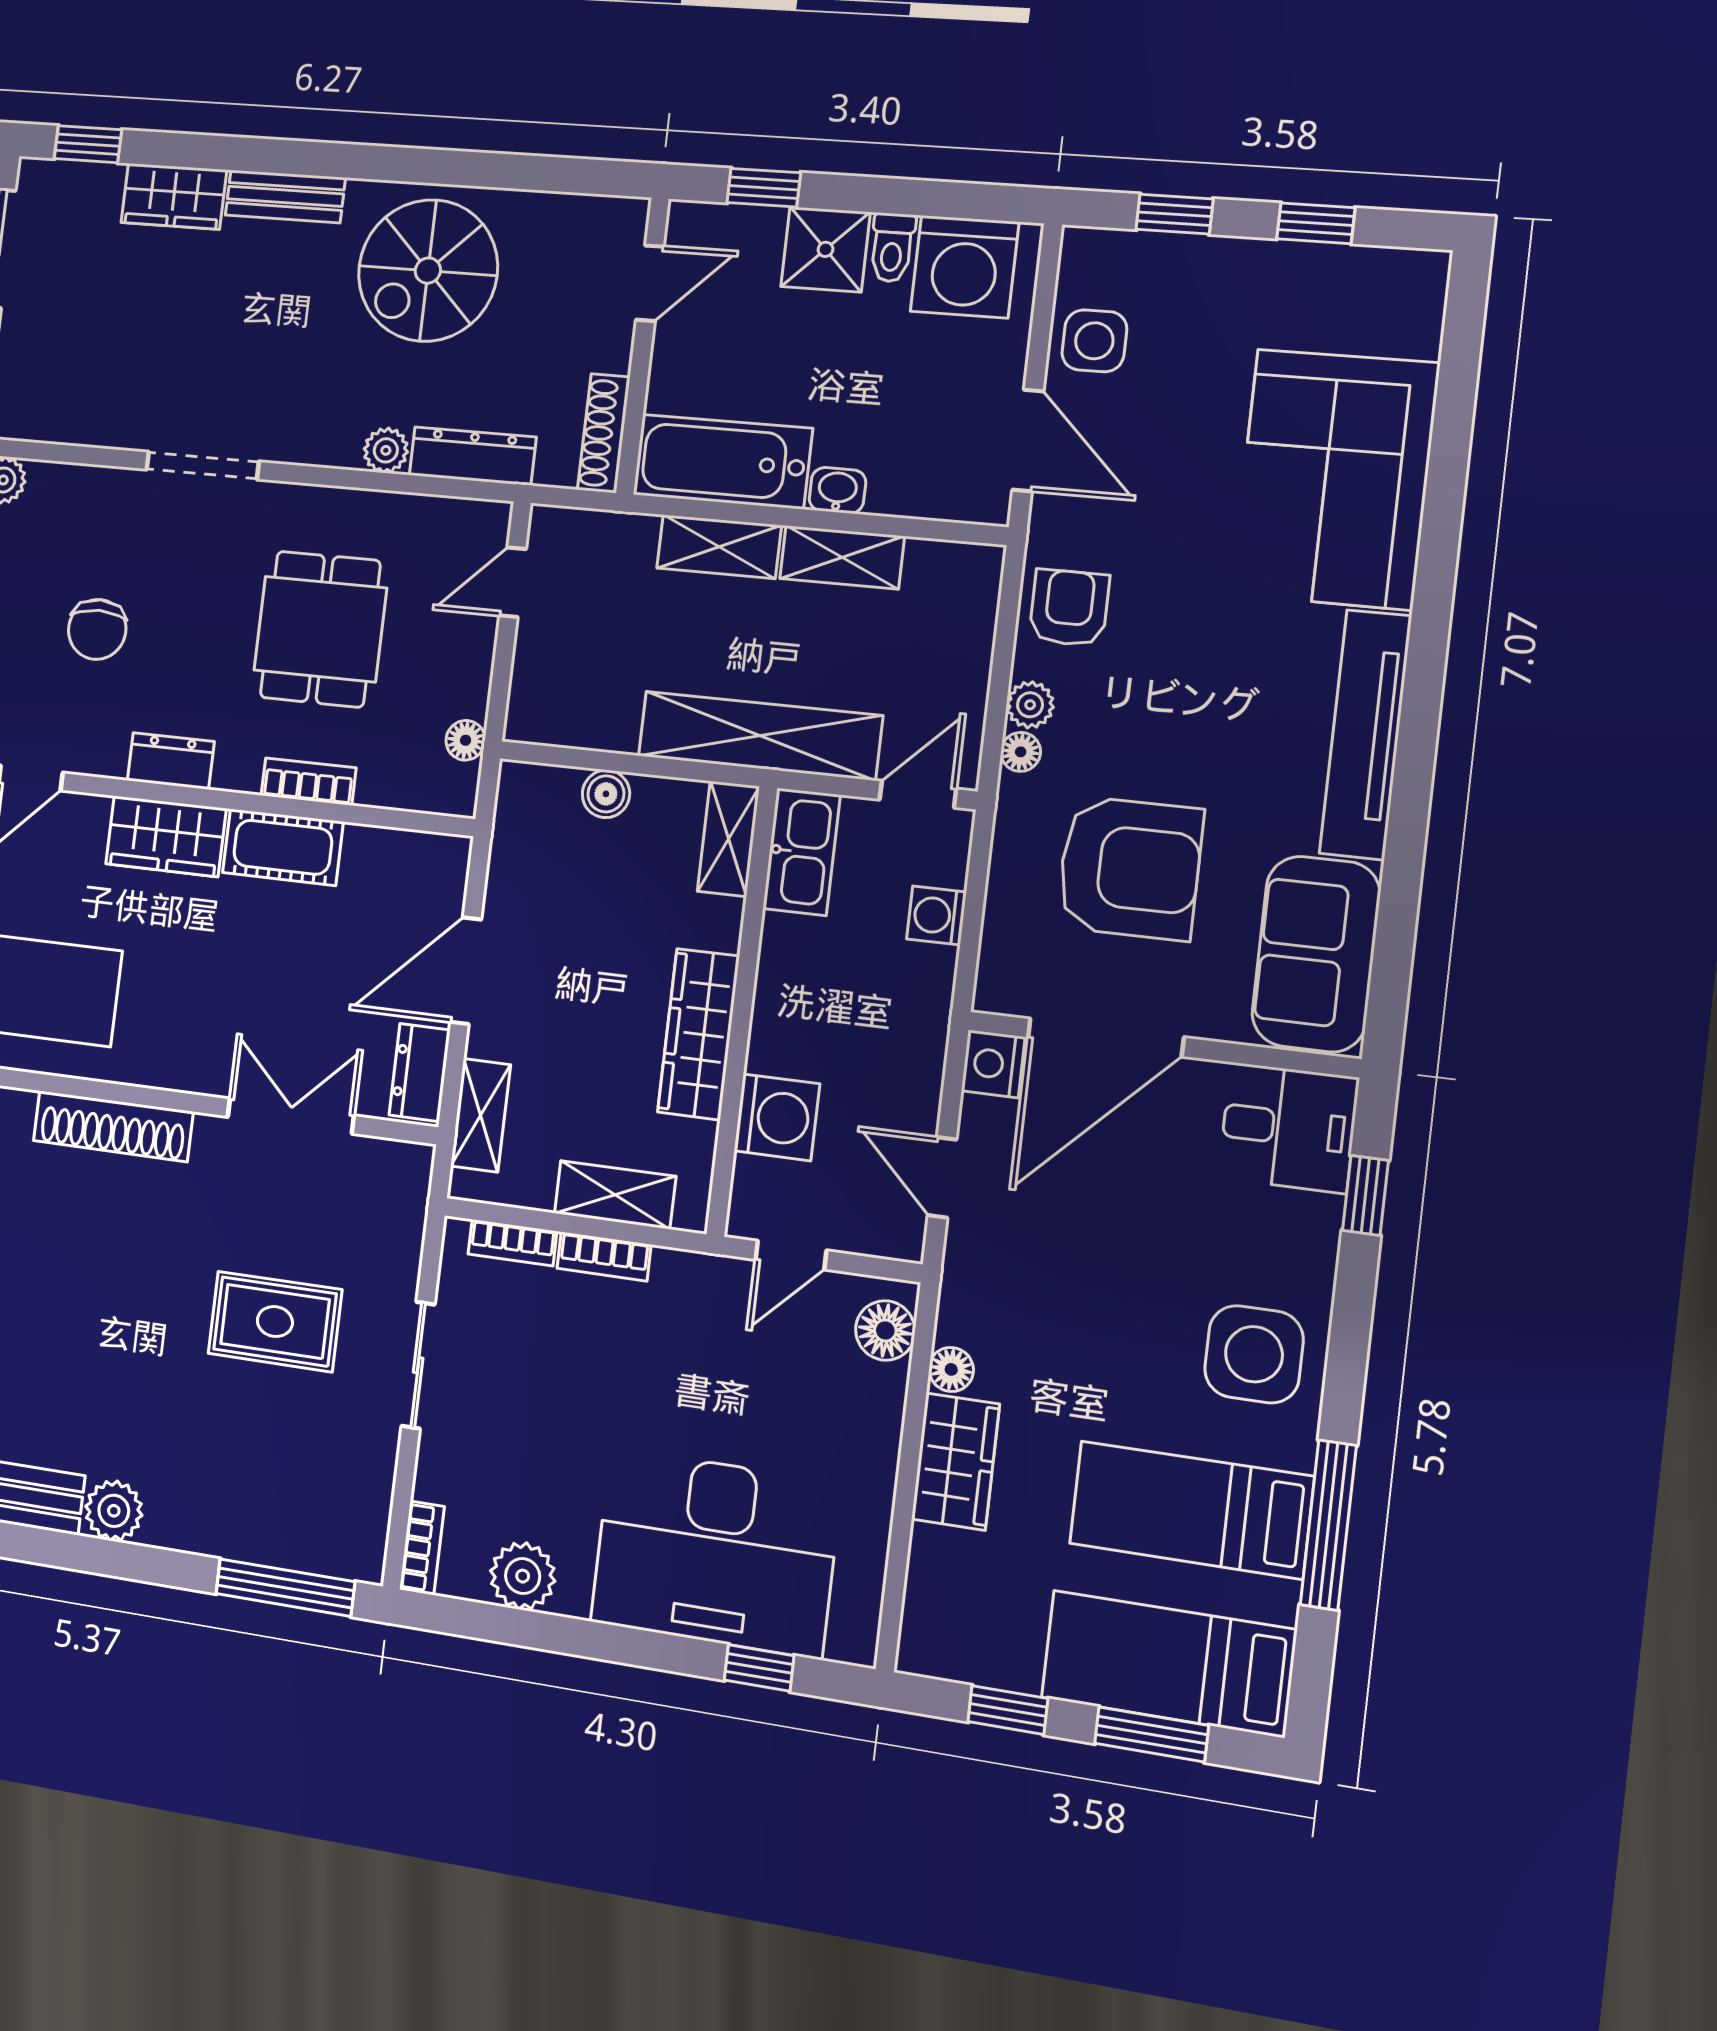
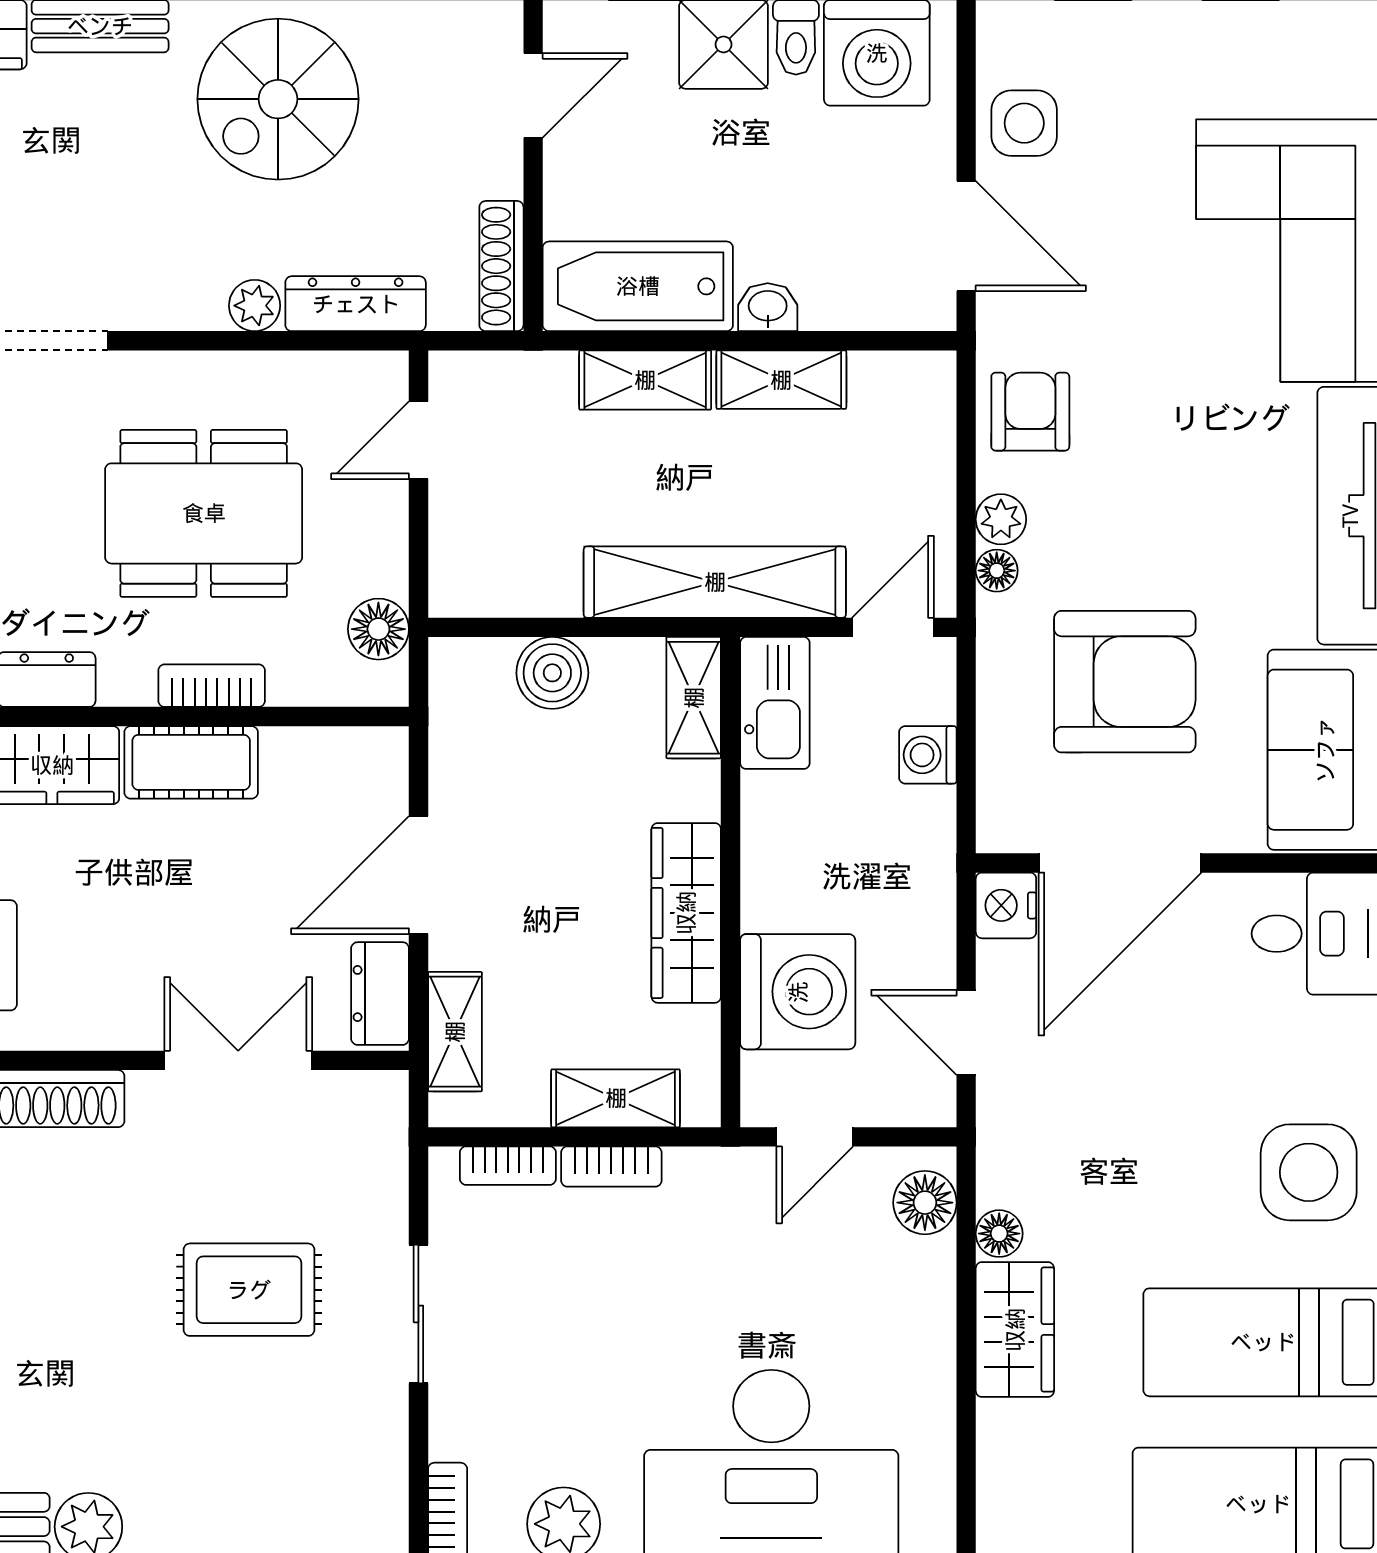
dining table: (320, 629) -> (204, 513), width x1.38
floor lamp: (466, 740) -> (378, 629), width x1.37, depth x1.37
boiler: (606, 794) -> (552, 673), width x1.36, depth x1.36
washing machine: (777, 1117) -> (798, 992), width x1.37, depth x1.37

